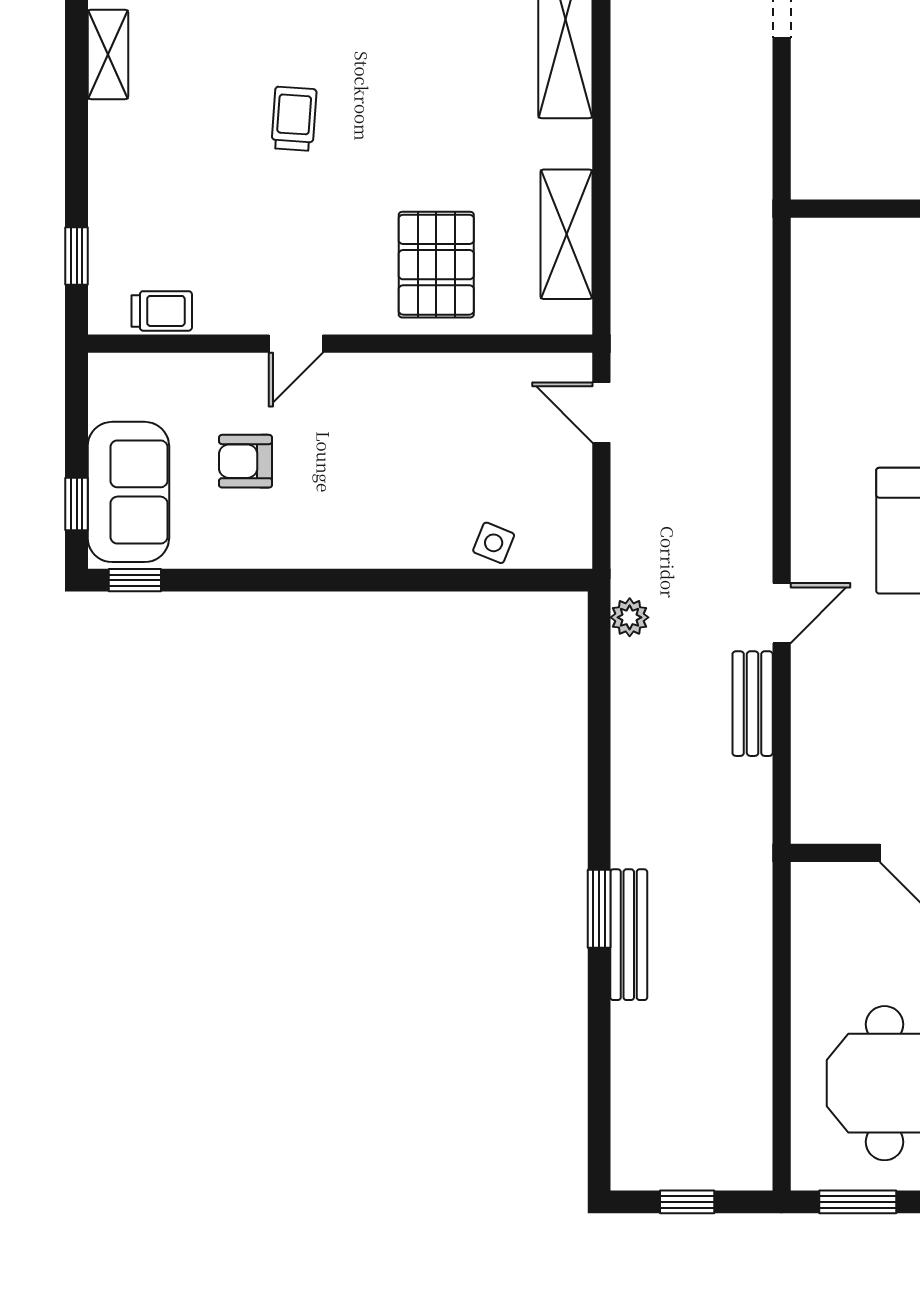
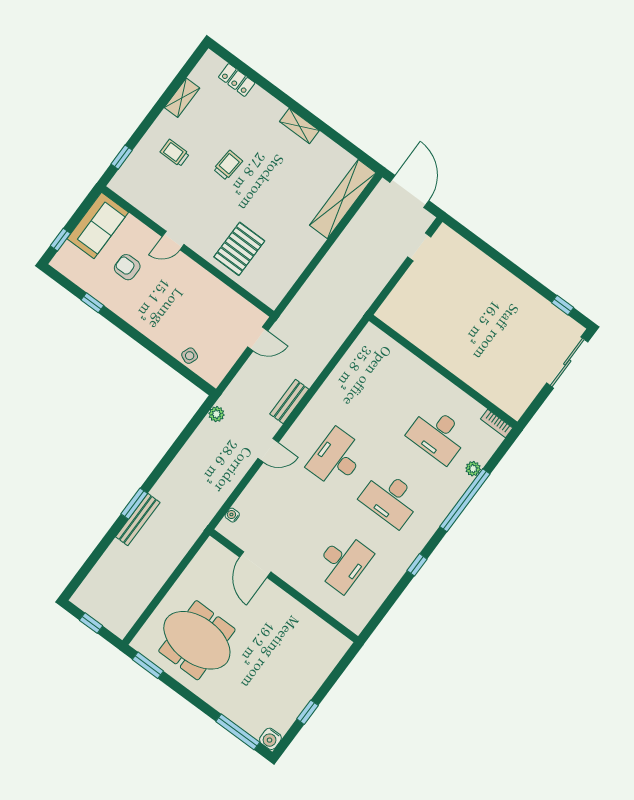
shelving: (566, 234) -> (290, 271), removed
trolley: (162, 311) -> (175, 153), moved, turned 180
door: (601, 412) -> (258, 339), swing flipped
sofa: (128, 492) -> (98, 225), moved
window: (135, 580) -> (92, 303), moved
bench: (753, 704) -> (289, 402), moved
water cooler: (805, 790) -> (232, 515), added

